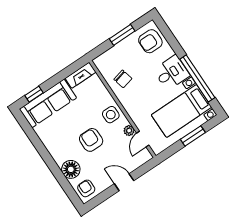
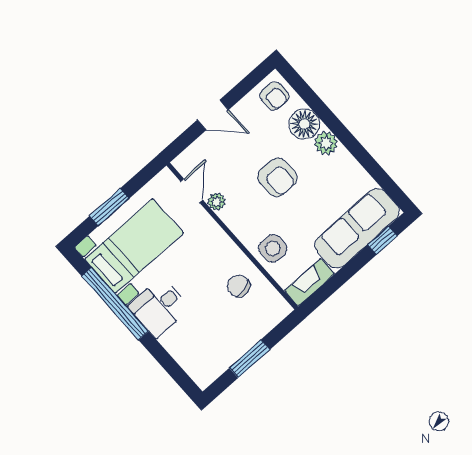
armchair: (150, 41) -> (201, 355), removed
side table: (111, 115) -> (273, 248), moved
plant: (59, 156) -> (326, 143), added

